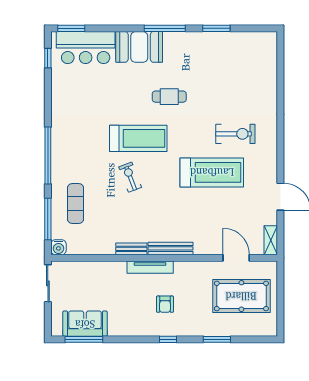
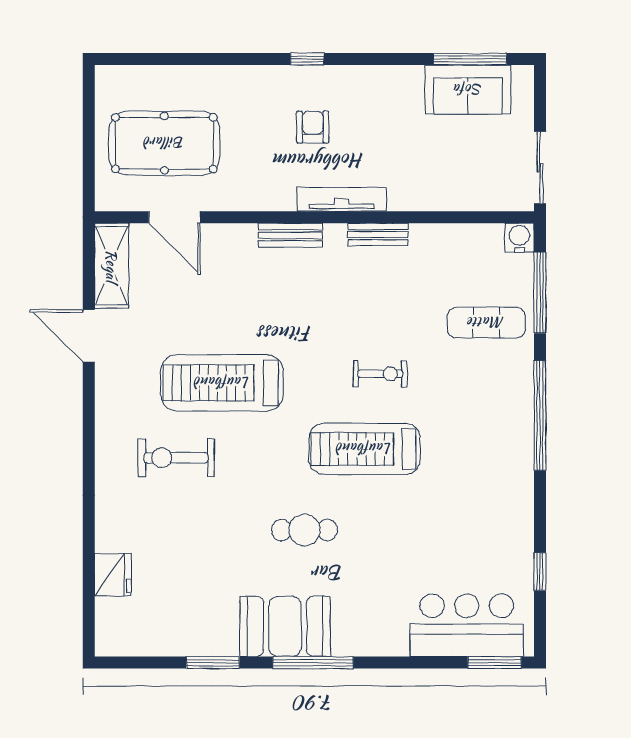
booth: (139, 47) -> (285, 626), moved
window: (48, 58) -> (540, 572), moved
fridge: (268, 74) -> (113, 575), added
exercise bike: (130, 177) -> (380, 374), turned -69
exercise mat: (75, 204) -> (486, 323), turned 90
shelving: (271, 240) -> (112, 266), width x1.50, depth x1.33
bench: (170, 248) -> (290, 235), width x0.73
window: (217, 339) -> (212, 59), removed

